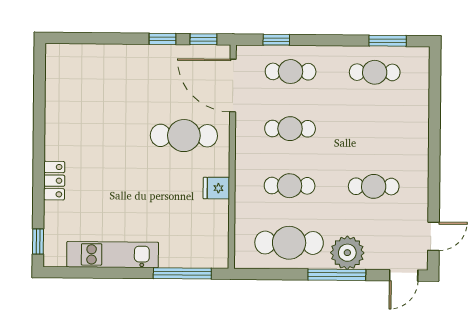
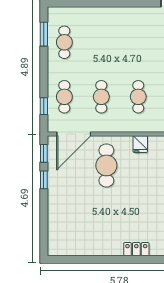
cafe table: (374, 186) -> (138, 42), removed

